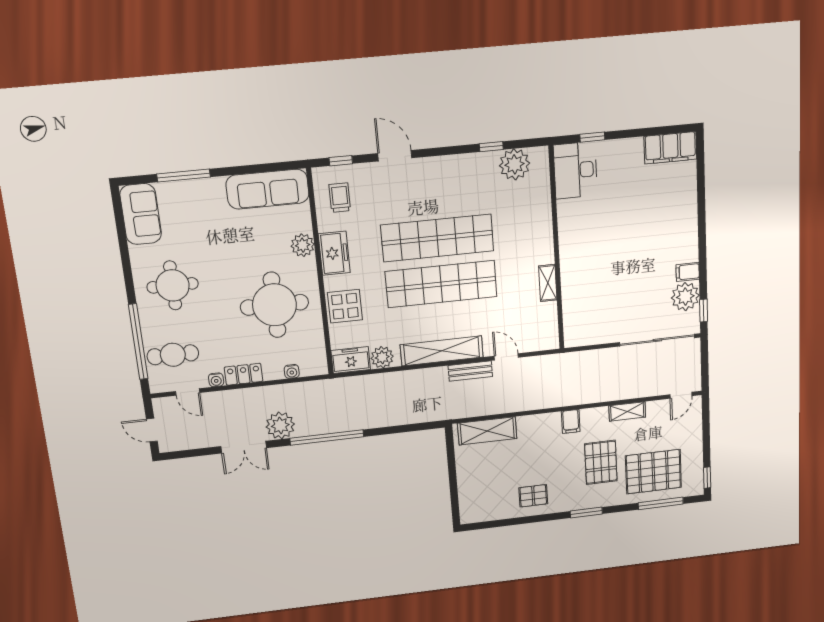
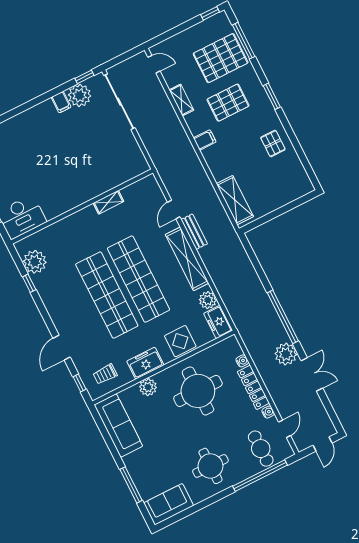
locker: (244, 374) -> (253, 387), width x1.53
pallet: (653, 472) -> (221, 58), turned 90

